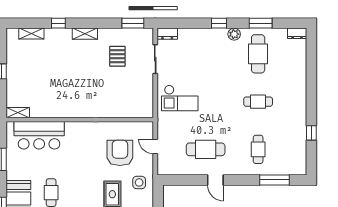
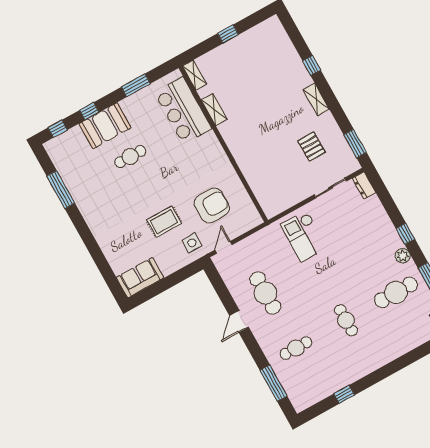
shelving: (31, 34) -> (214, 110), moved
pallet: (117, 56) -> (312, 147), turned 90
door: (155, 146) -> (223, 247), moved

